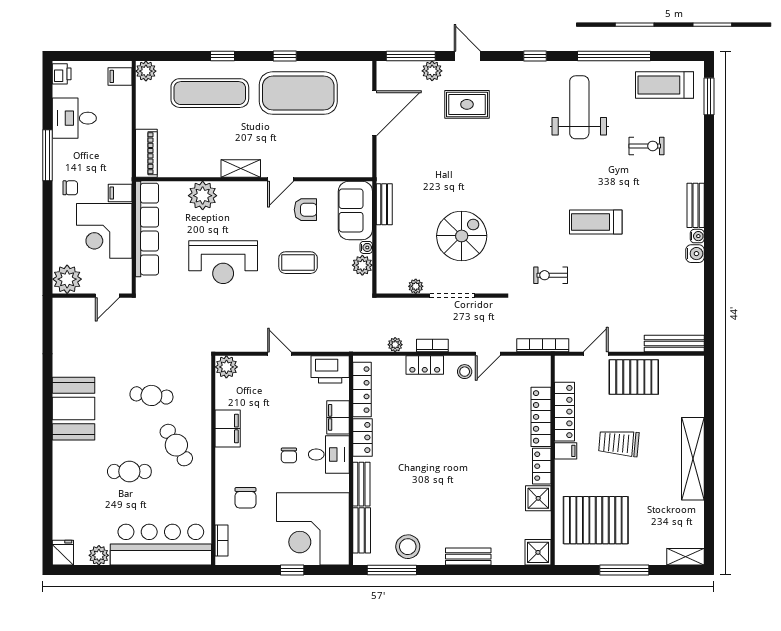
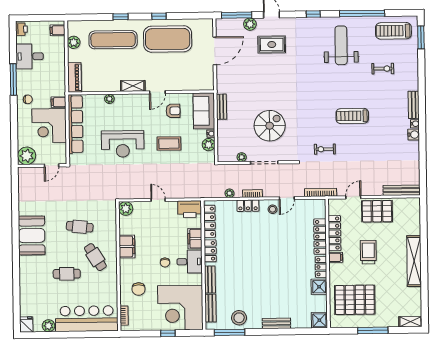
plant: (146, 71) -> (74, 42), moved
plant: (203, 196) -> (109, 99), width x0.53, depth x0.53
trolley: (619, 443) -> (368, 252), turned 85

